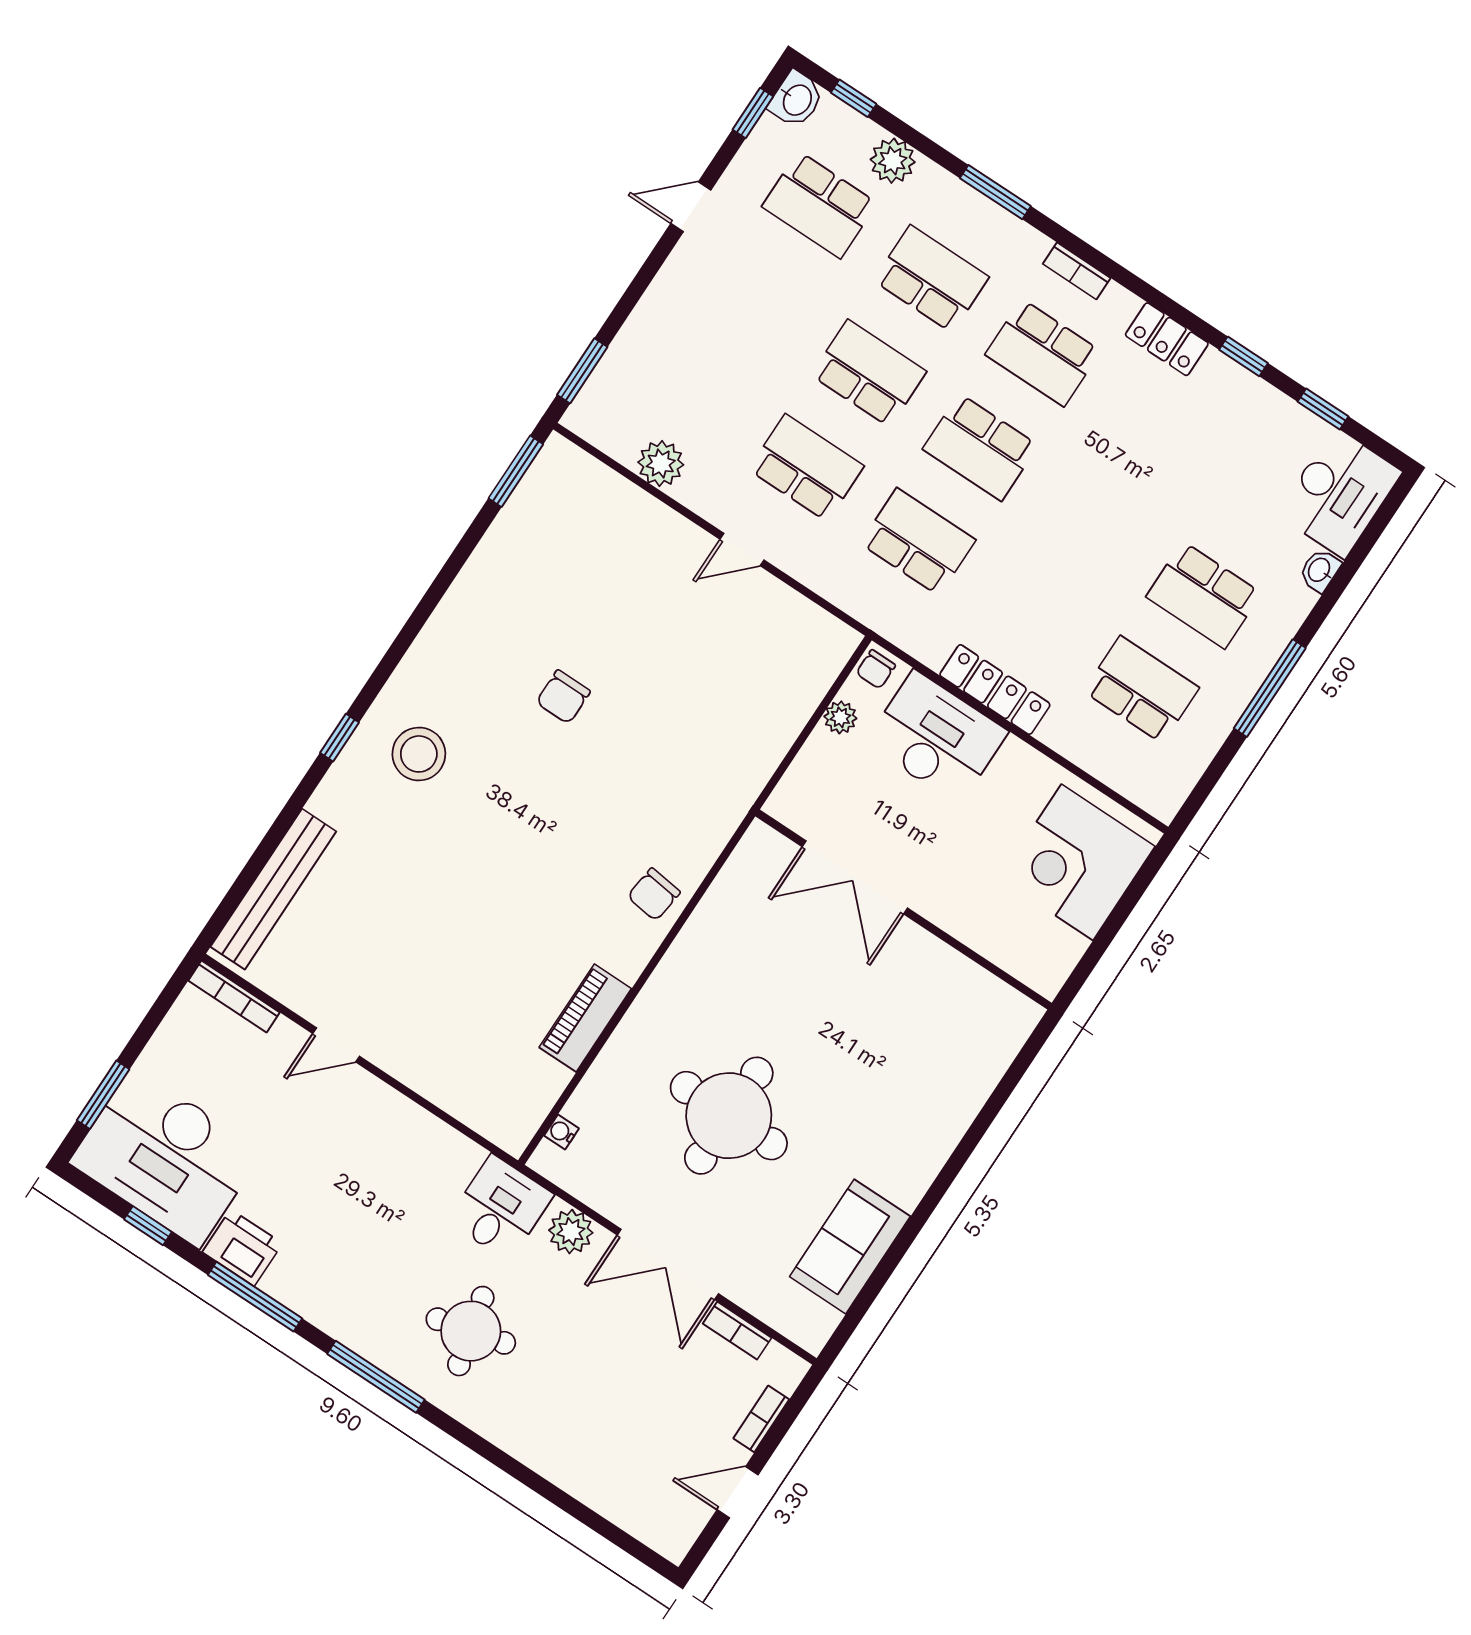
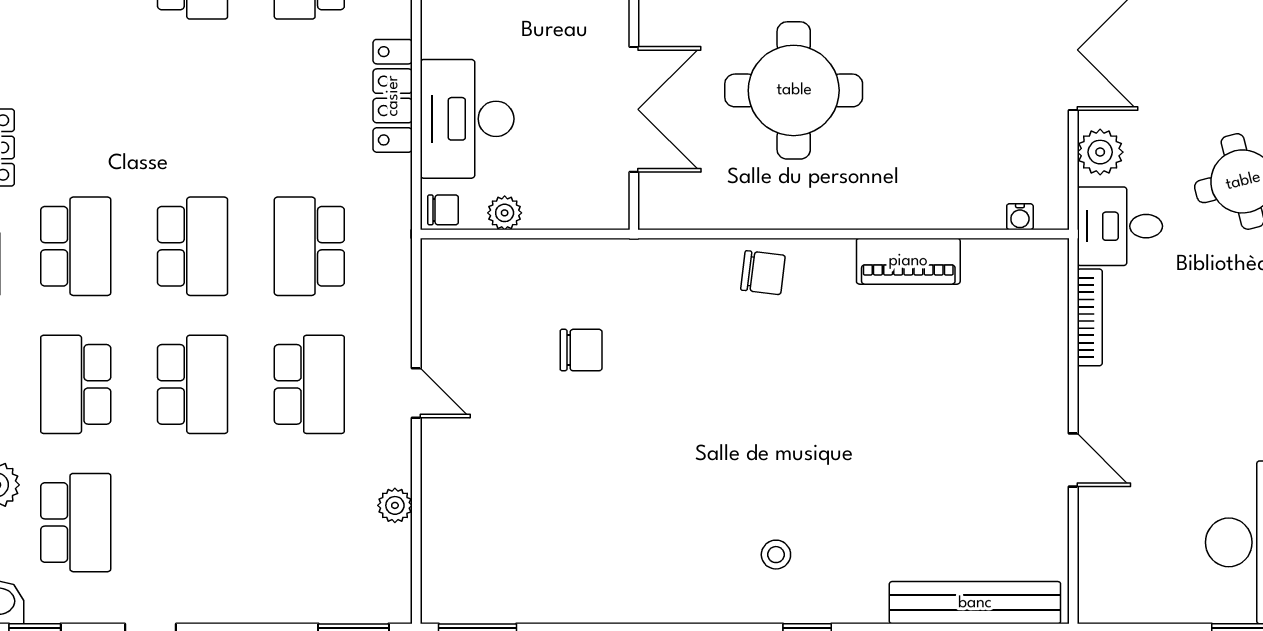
school desk: (869, 373) -> (193, 384), turned 180
plant: (661, 463) -> (395, 505), width x0.73, depth x0.73
school desk: (806, 468) -> (309, 384), turned 180
chair: (563, 697) -> (581, 350), moved
stool: (419, 754) -> (776, 555), width x0.53, depth x0.53
bookcase: (234, 996) -> (1090, 317), moved
round table: (729, 1116) -> (794, 90), moved

